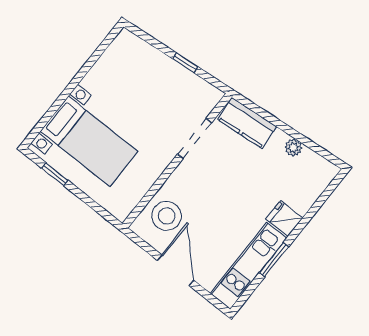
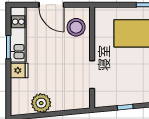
kitchen counter: (247, 123) -> (73, 102), removed
plant: (293, 148) -> (41, 103), width x1.88, depth x1.88

